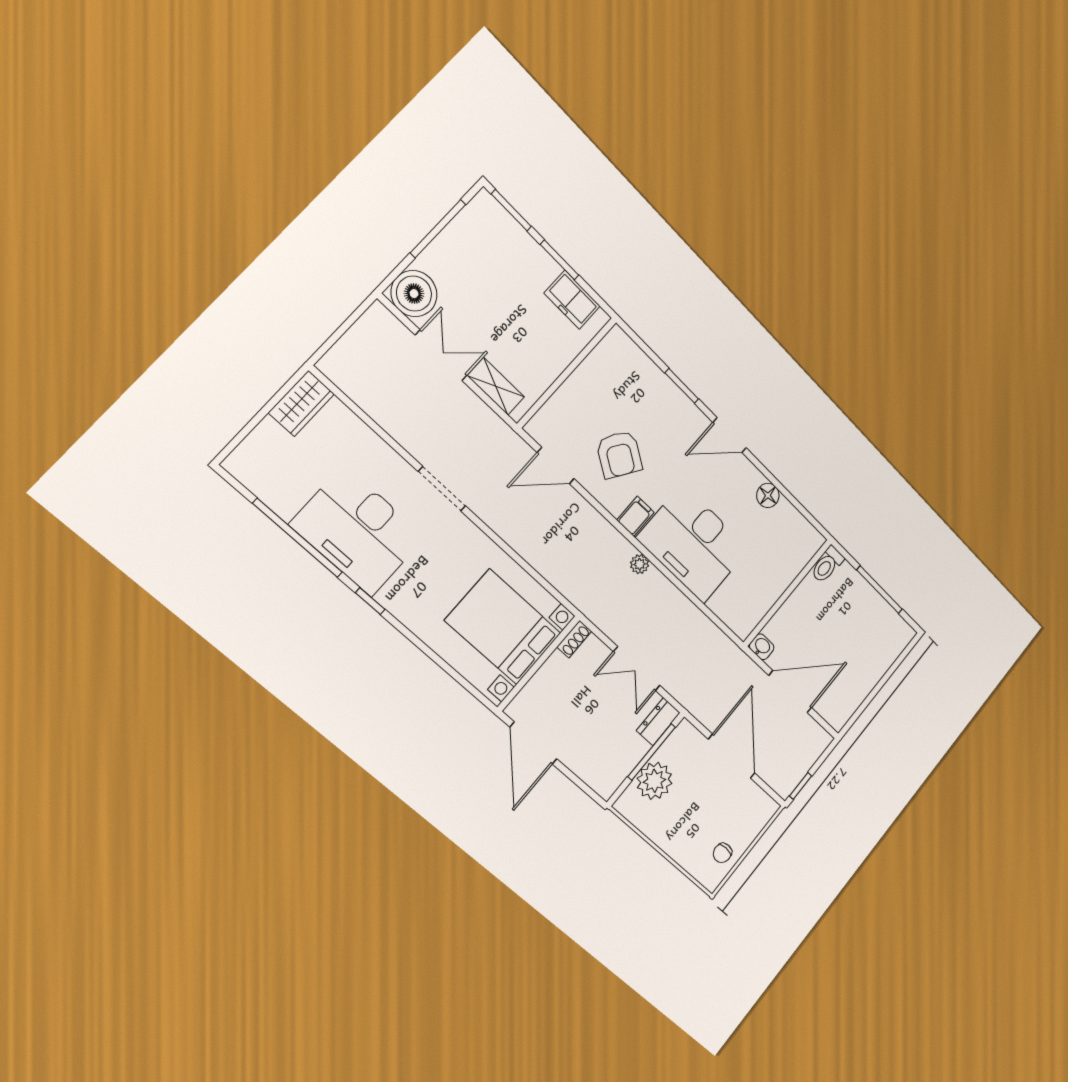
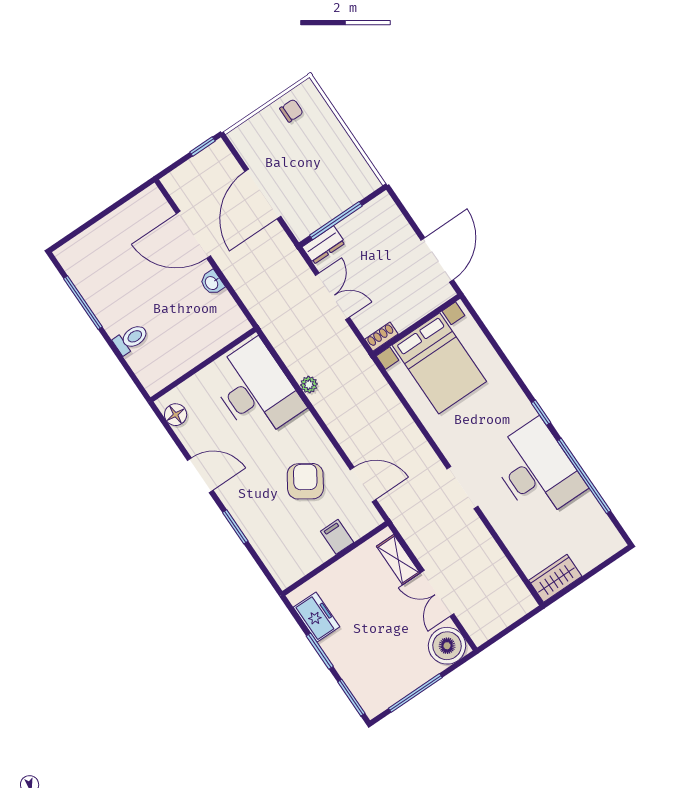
filing cabinet: (635, 516) -> (337, 537), moved, turned 90
wall: (788, 593) -> (203, 365), moved
plant: (654, 781) -> (339, 195), removed

